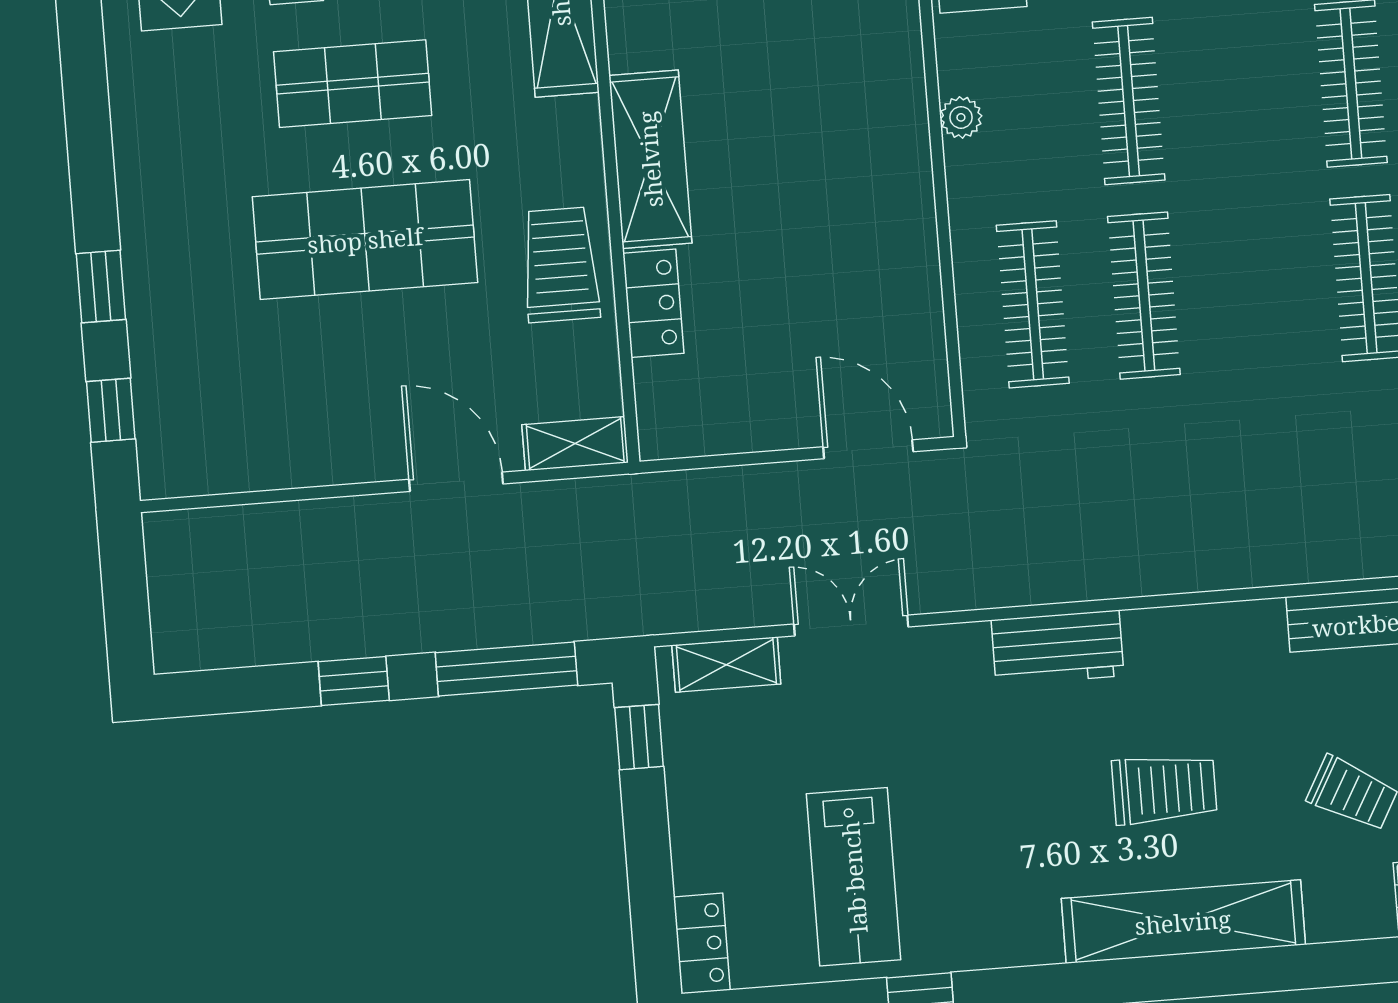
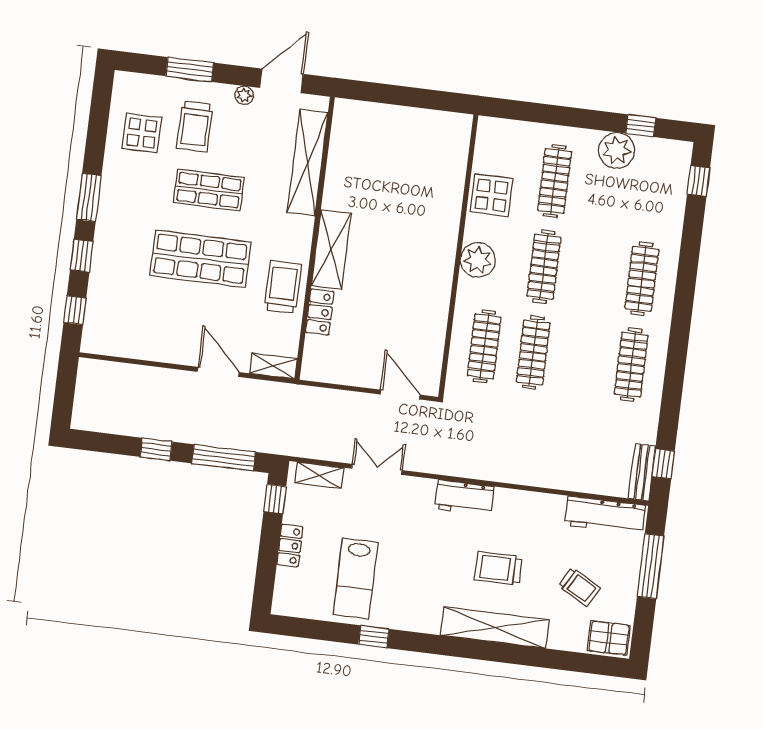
plant: (961, 117) -> (478, 260), width x1.88, depth x1.88
window: (91, 155) -> (89, 198), added
trolley: (1164, 789) -> (498, 568), turned 180
locker: (702, 943) -> (290, 546), moved

